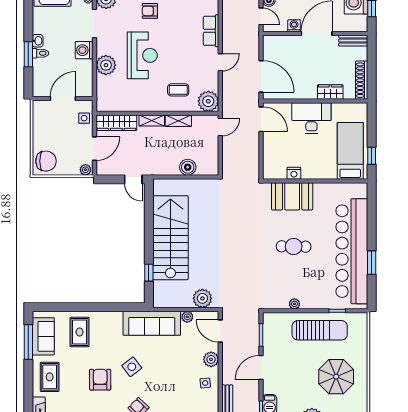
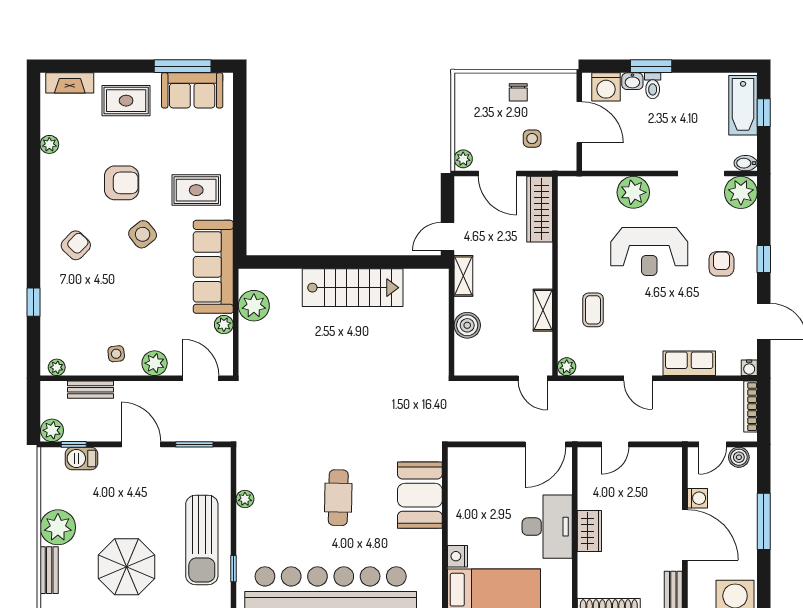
washbasin: (38, 41) -> (632, 81), moved
washing machine: (84, 50) -> (606, 87), moved, turned 180
door: (261, 76) -> (615, 444), width x0.53
wardrobe: (330, 92) -> (589, 531), moved
plant: (208, 101) -> (567, 367), width x0.53, depth x0.53
side table: (84, 118) -> (532, 139), moved
shelving: (152, 121) -> (463, 276), moved
chair: (46, 161) -> (518, 92), moved, width x0.54, depth x0.54
nightstand: (294, 173) -> (457, 556), moved
stairs: (170, 238) -> (353, 288), width x0.73, depth x0.66
window: (149, 273) -> (296, 262), removed
plant: (202, 298) -> (254, 306), moved
door: (220, 331) -> (201, 378), hinge flipped
rug: (80, 332) -> (196, 190), moved

